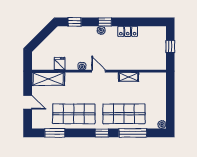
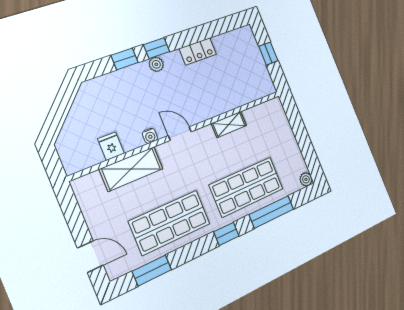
window: (75, 22) -> (125, 59), moved
shelving: (48, 79) -> (131, 169), moved
door: (28, 102) -> (90, 257), moved

